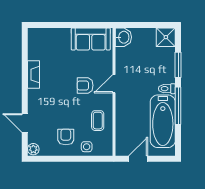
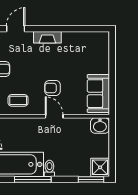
window: (178, 65) -> (91, 179), moved
fireplace: (33, 75) -> (47, 37), moved
armchair: (85, 85) -> (53, 88), turned -90

